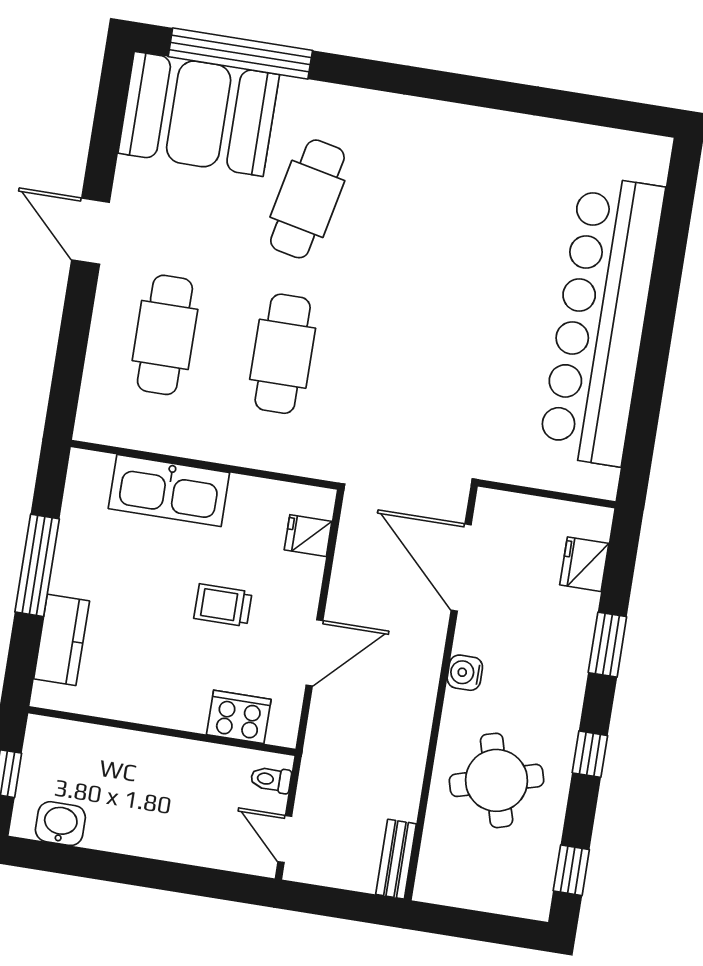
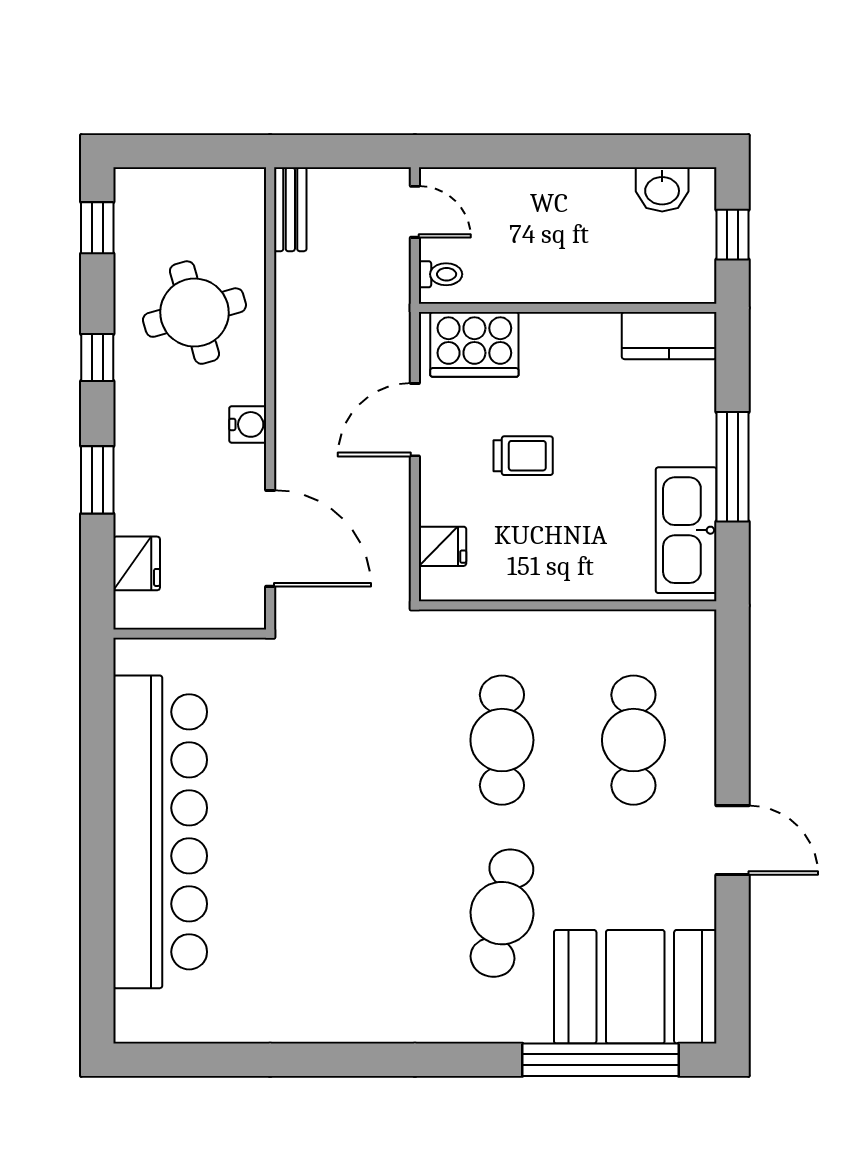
kitchen sink: (169, 491) -> (686, 530), moved, turned -90
kitchen counter: (62, 640) -> (669, 336), moved, turned -90
cooker: (239, 717) -> (474, 344), width x1.37, depth x1.31

